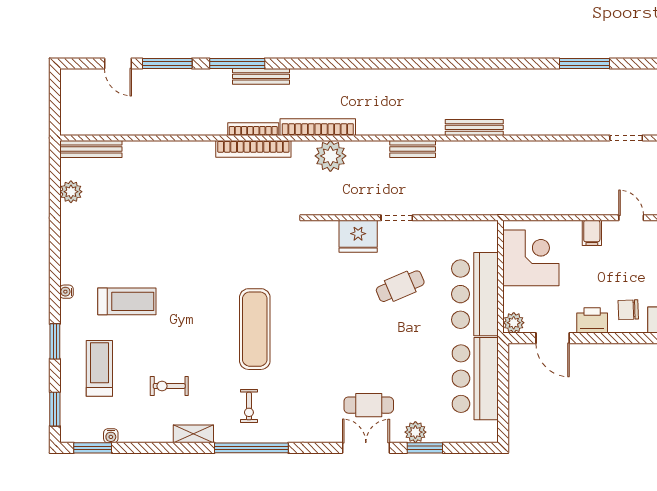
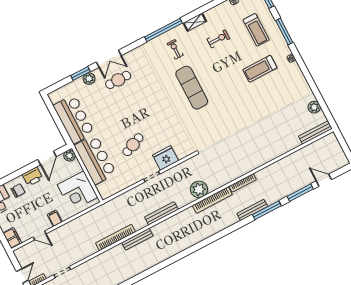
bookcase: (253, 149) -> (116, 238), moved
bench: (413, 149) -> (161, 213), width x1.36
door: (553, 338) -> (47, 158), swing flipped
window: (55, 341) -> (284, 31), width x1.44

